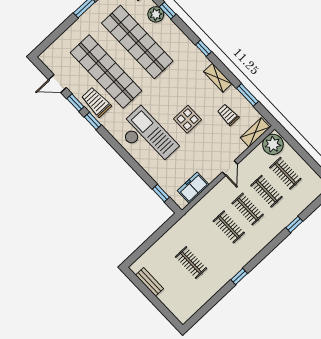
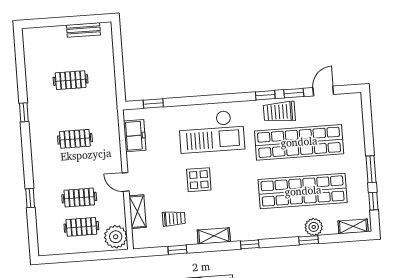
window: (247, 95) -> (177, 250), width x0.67
trolley: (96, 102) -> (279, 112), turned 180
shelving: (255, 132) -> (138, 212), moved
clothes rail: (248, 209) -> (77, 168), removed

